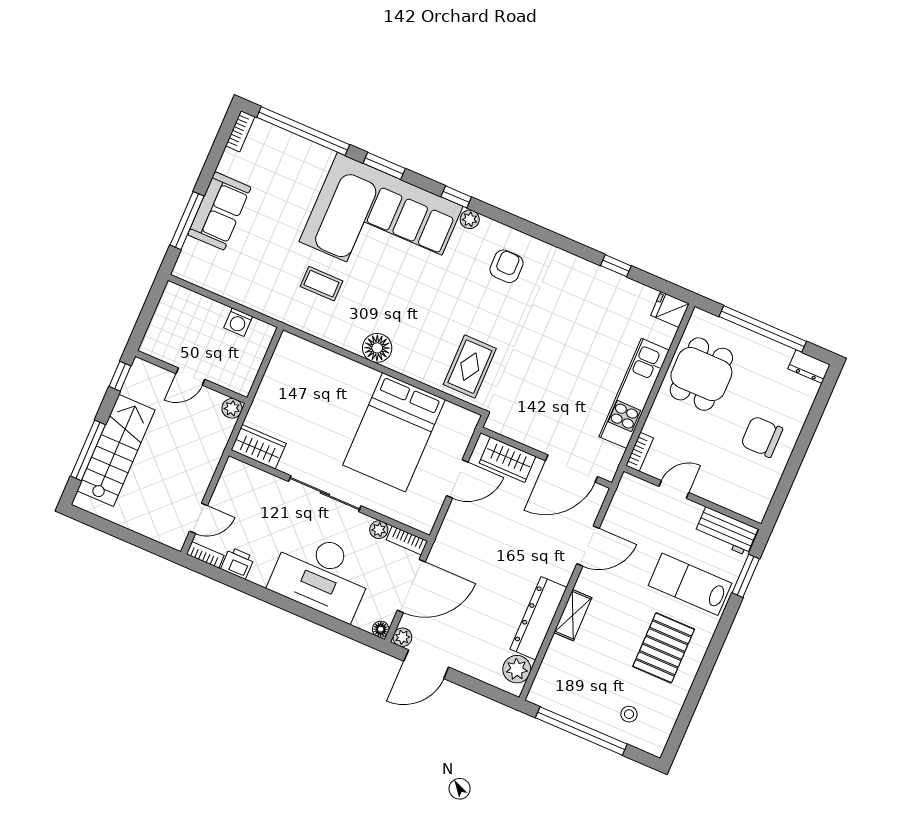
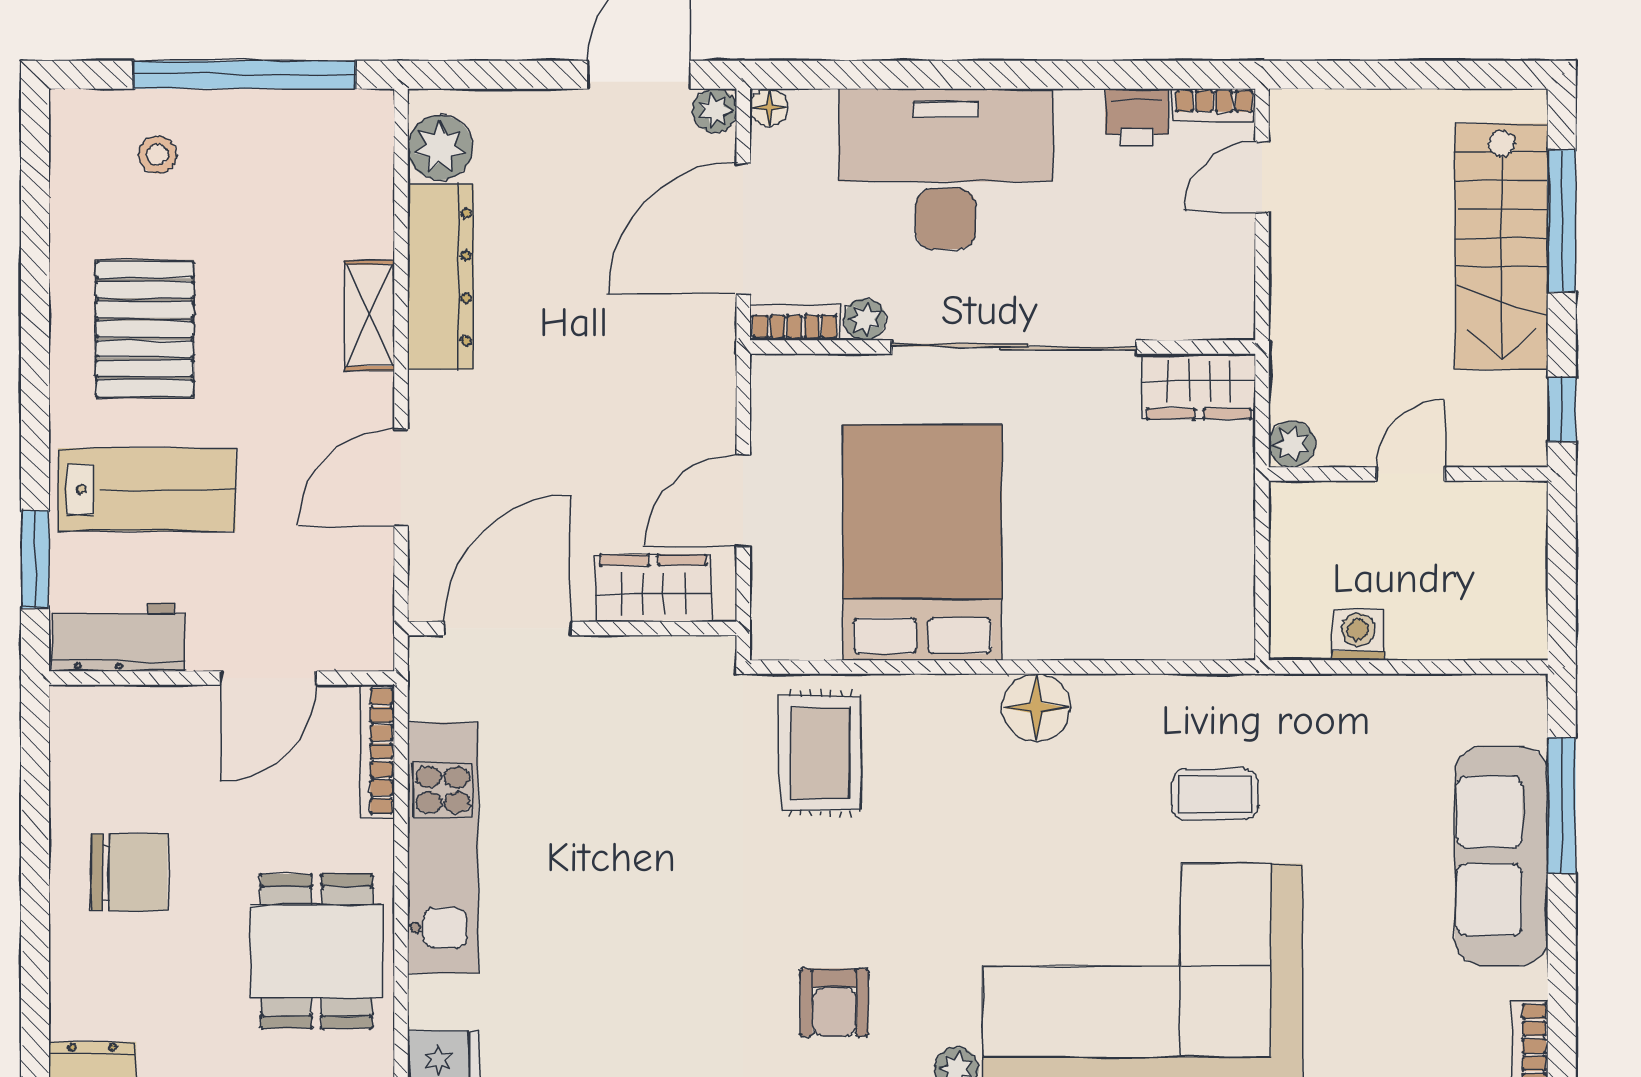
sofa: (219, 211) -> (1501, 856), width x1.36
bookcase: (640, 452) -> (377, 751), width x1.56
door: (674, 490) -> (269, 678), width x1.38
sliding door: (325, 494) -> (1014, 347), width x1.36

